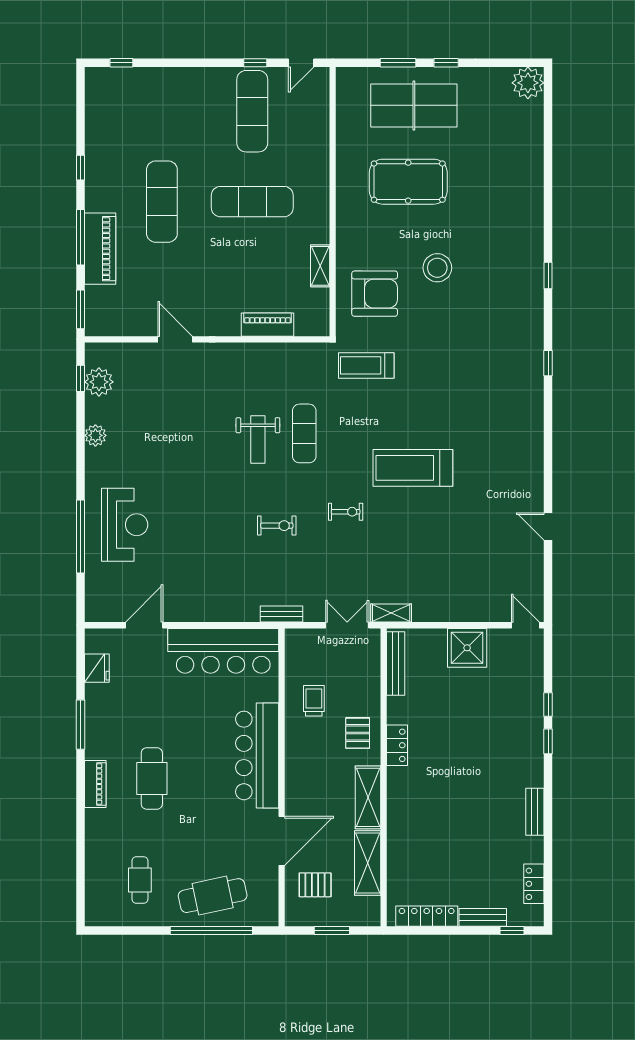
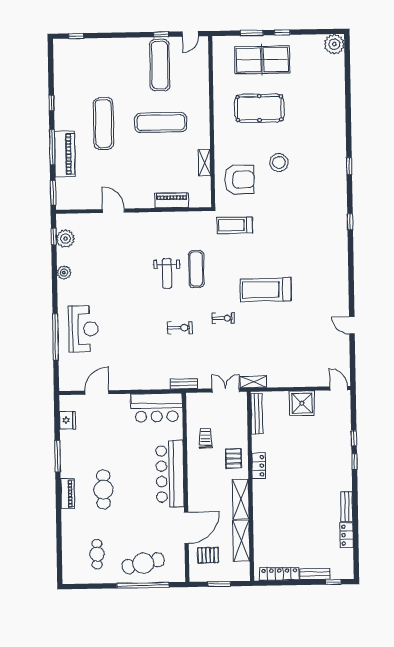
bar counter: (223, 651) -> (157, 408), width x0.73
locker: (534, 884) -> (347, 535), moved

